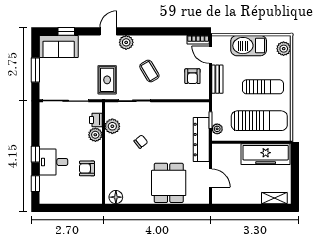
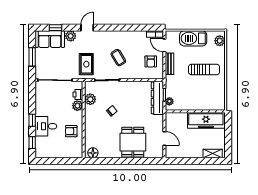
plant: (126, 42) -> (71, 36), moved
sun lounger: (259, 121) -> (201, 95), removed
dresser: (201, 140) -> (157, 98), moved

